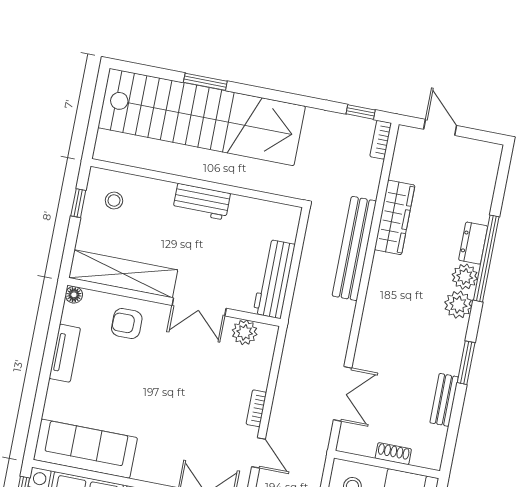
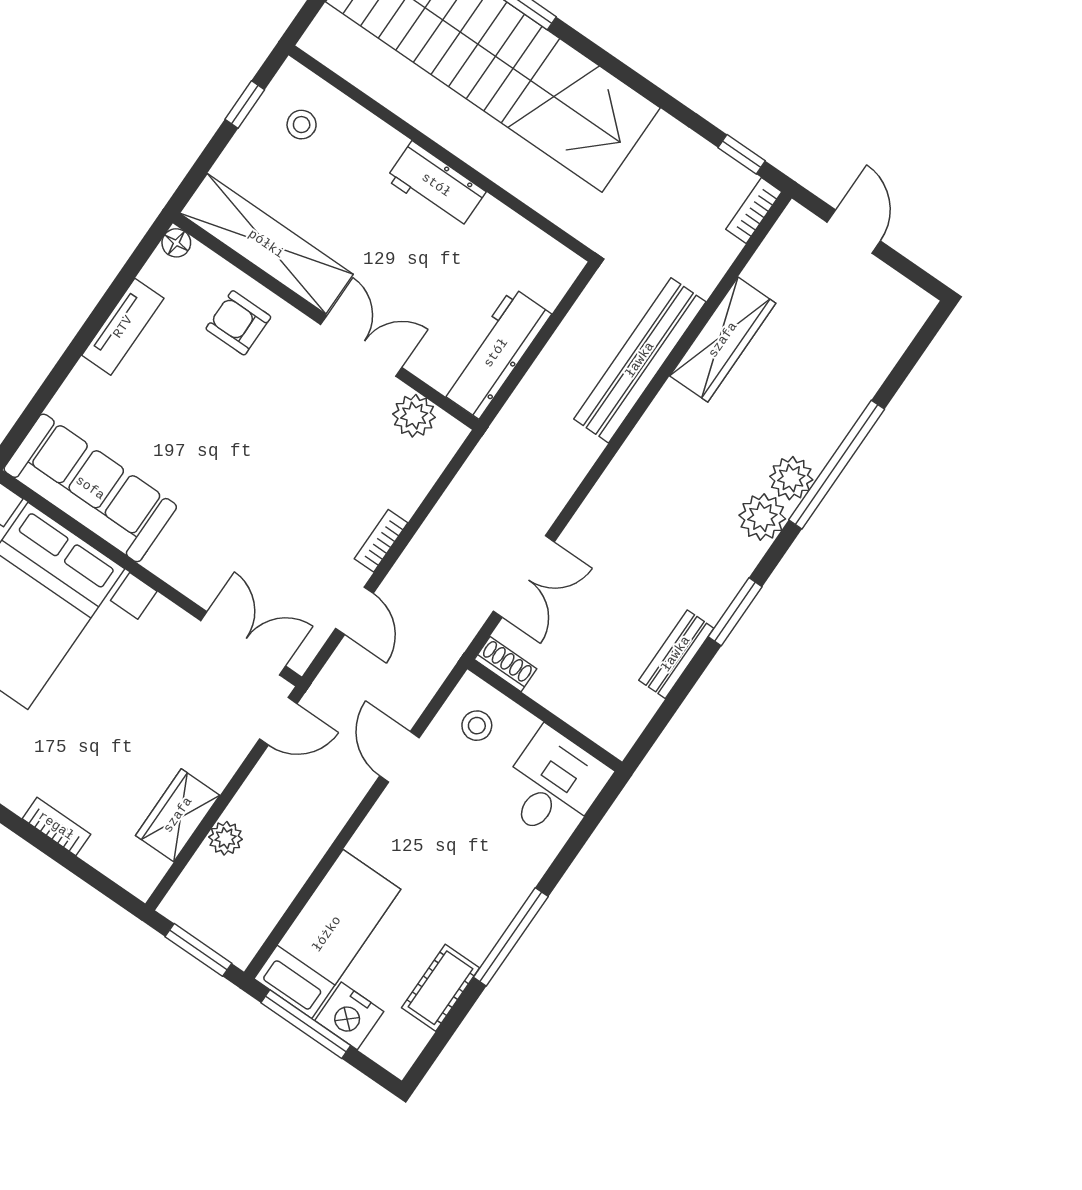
dresser: (473, 243) -> (827, 432), removed
double door: (199, 307) -> (361, 346), swing flipped
shoe rack: (393, 454) -> (506, 664), moved

